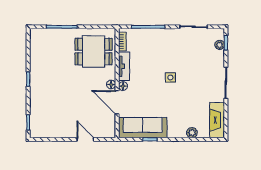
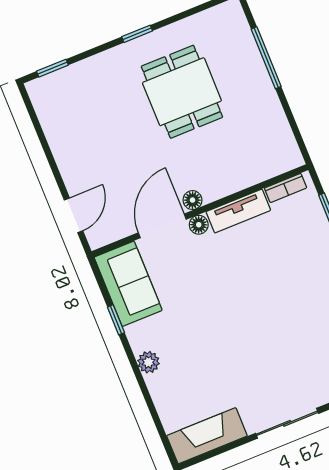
dining table: (94, 52) -> (182, 92), moved
side table: (170, 77) -> (253, 311), removed
sofa: (143, 128) -> (128, 284), width x0.73
plant: (192, 133) -> (148, 362), moved
door: (85, 139) -> (74, 215), moved

